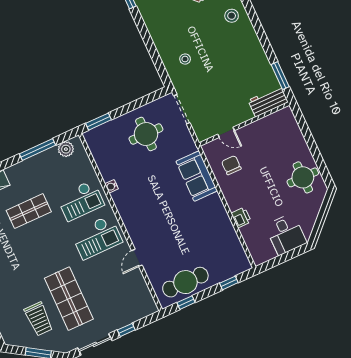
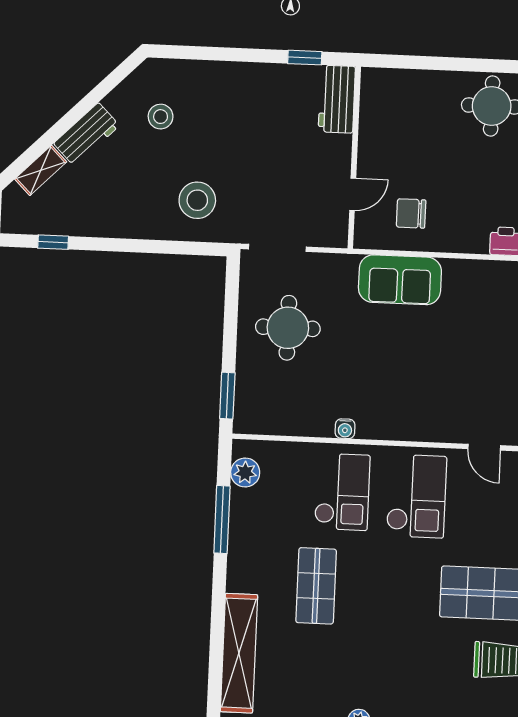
stool: (232, 16) -> (161, 117), moved
stool: (185, 59) -> (197, 200), width x1.89, depth x1.89
window: (280, 76) -> (305, 58), width x0.67

